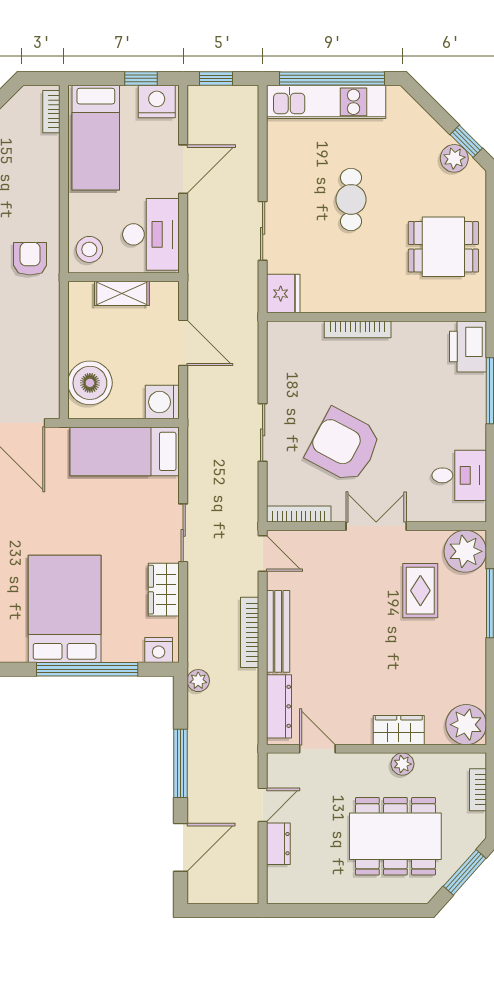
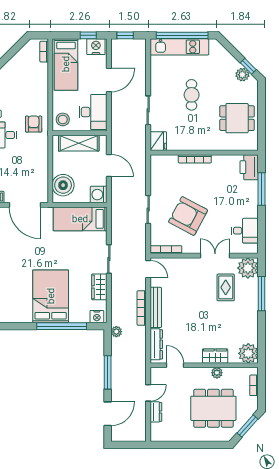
shelving: (122, 293) -> (79, 143), width x1.50, depth x1.33
double door: (376, 526) -> (215, 256), moved

